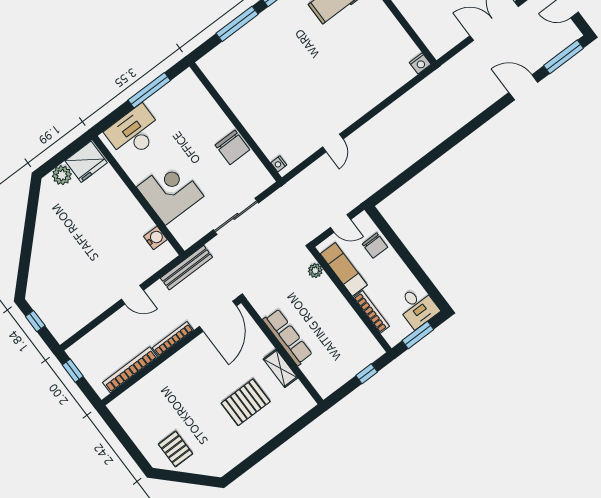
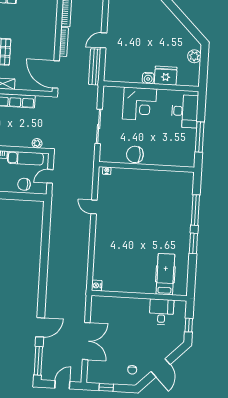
fridge: (86, 162) -> (166, 76), moved, turned 90
water cooler: (155, 238) -> (148, 78), moved
bench: (186, 268) -> (95, 67), moved

